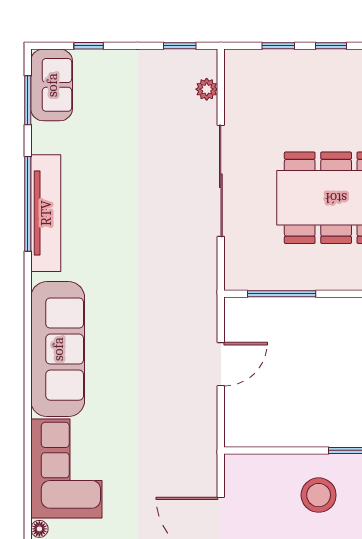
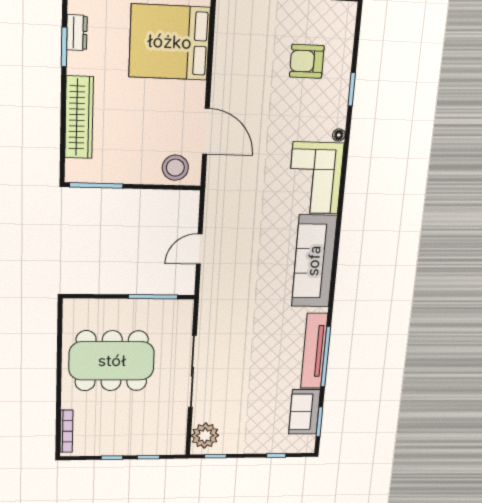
sofa: (52, 85) -> (305, 412), moved
plant: (207, 89) -> (205, 436), width x1.88, depth x1.88
stool: (319, 495) -> (175, 168), moved

